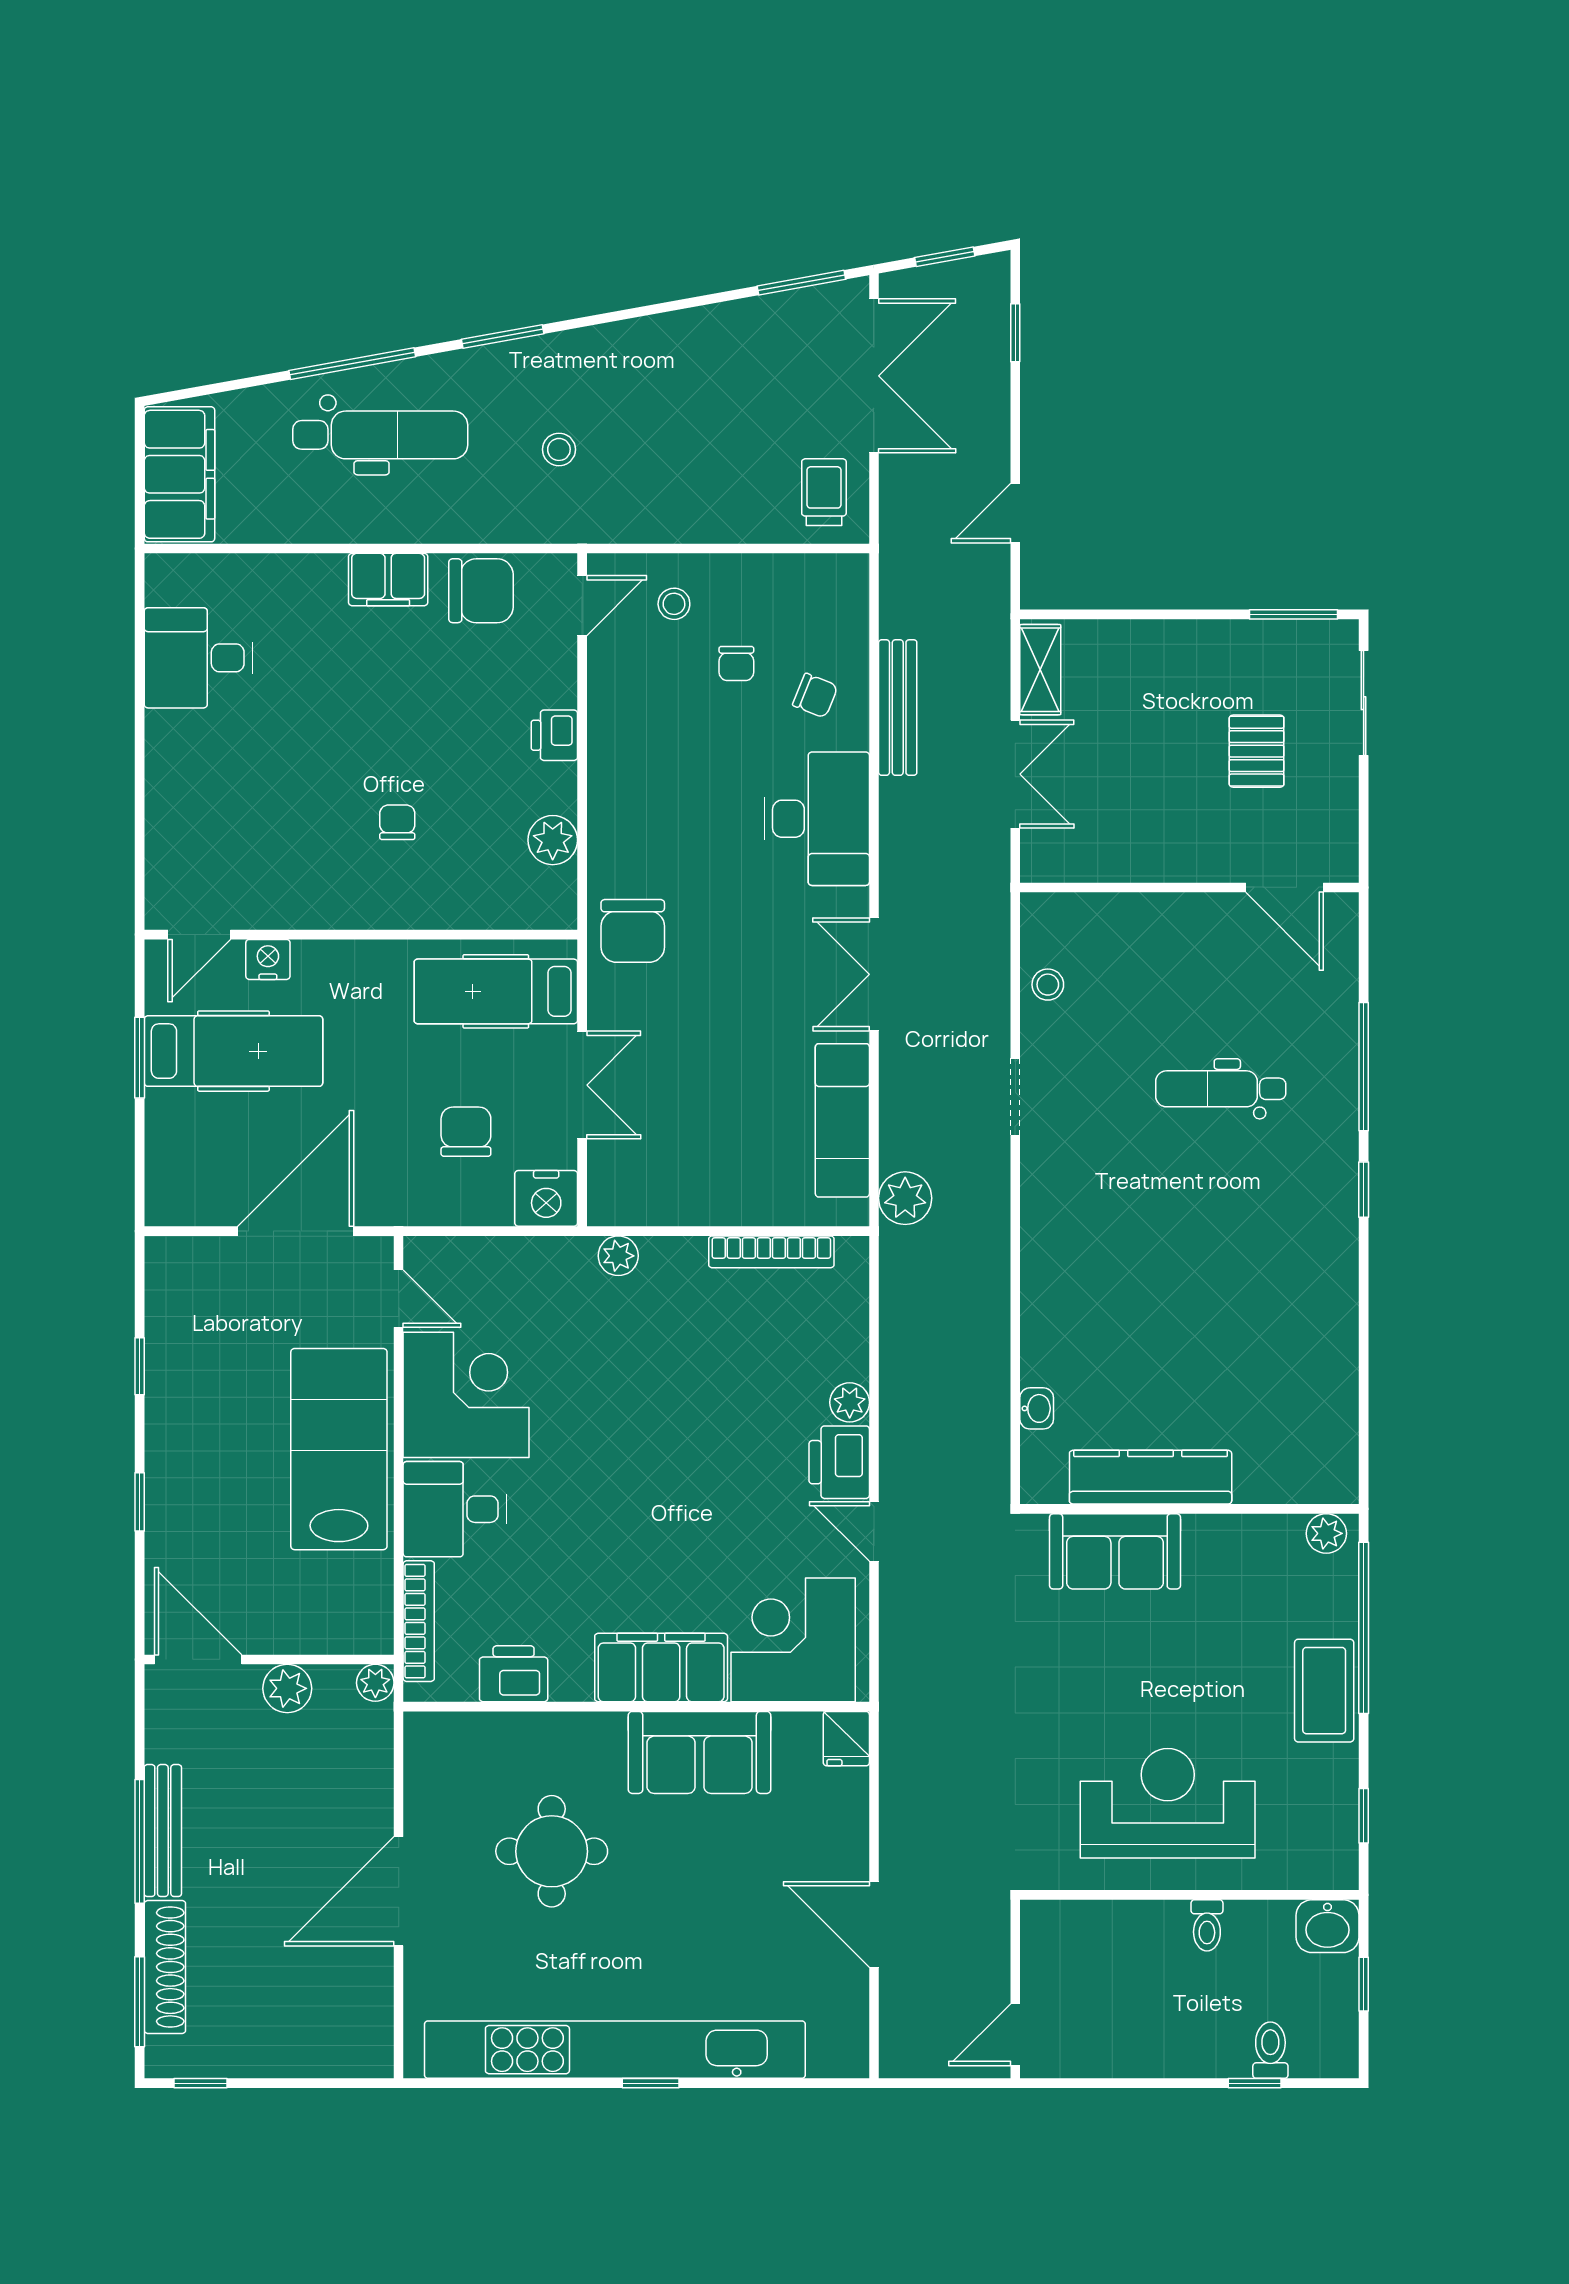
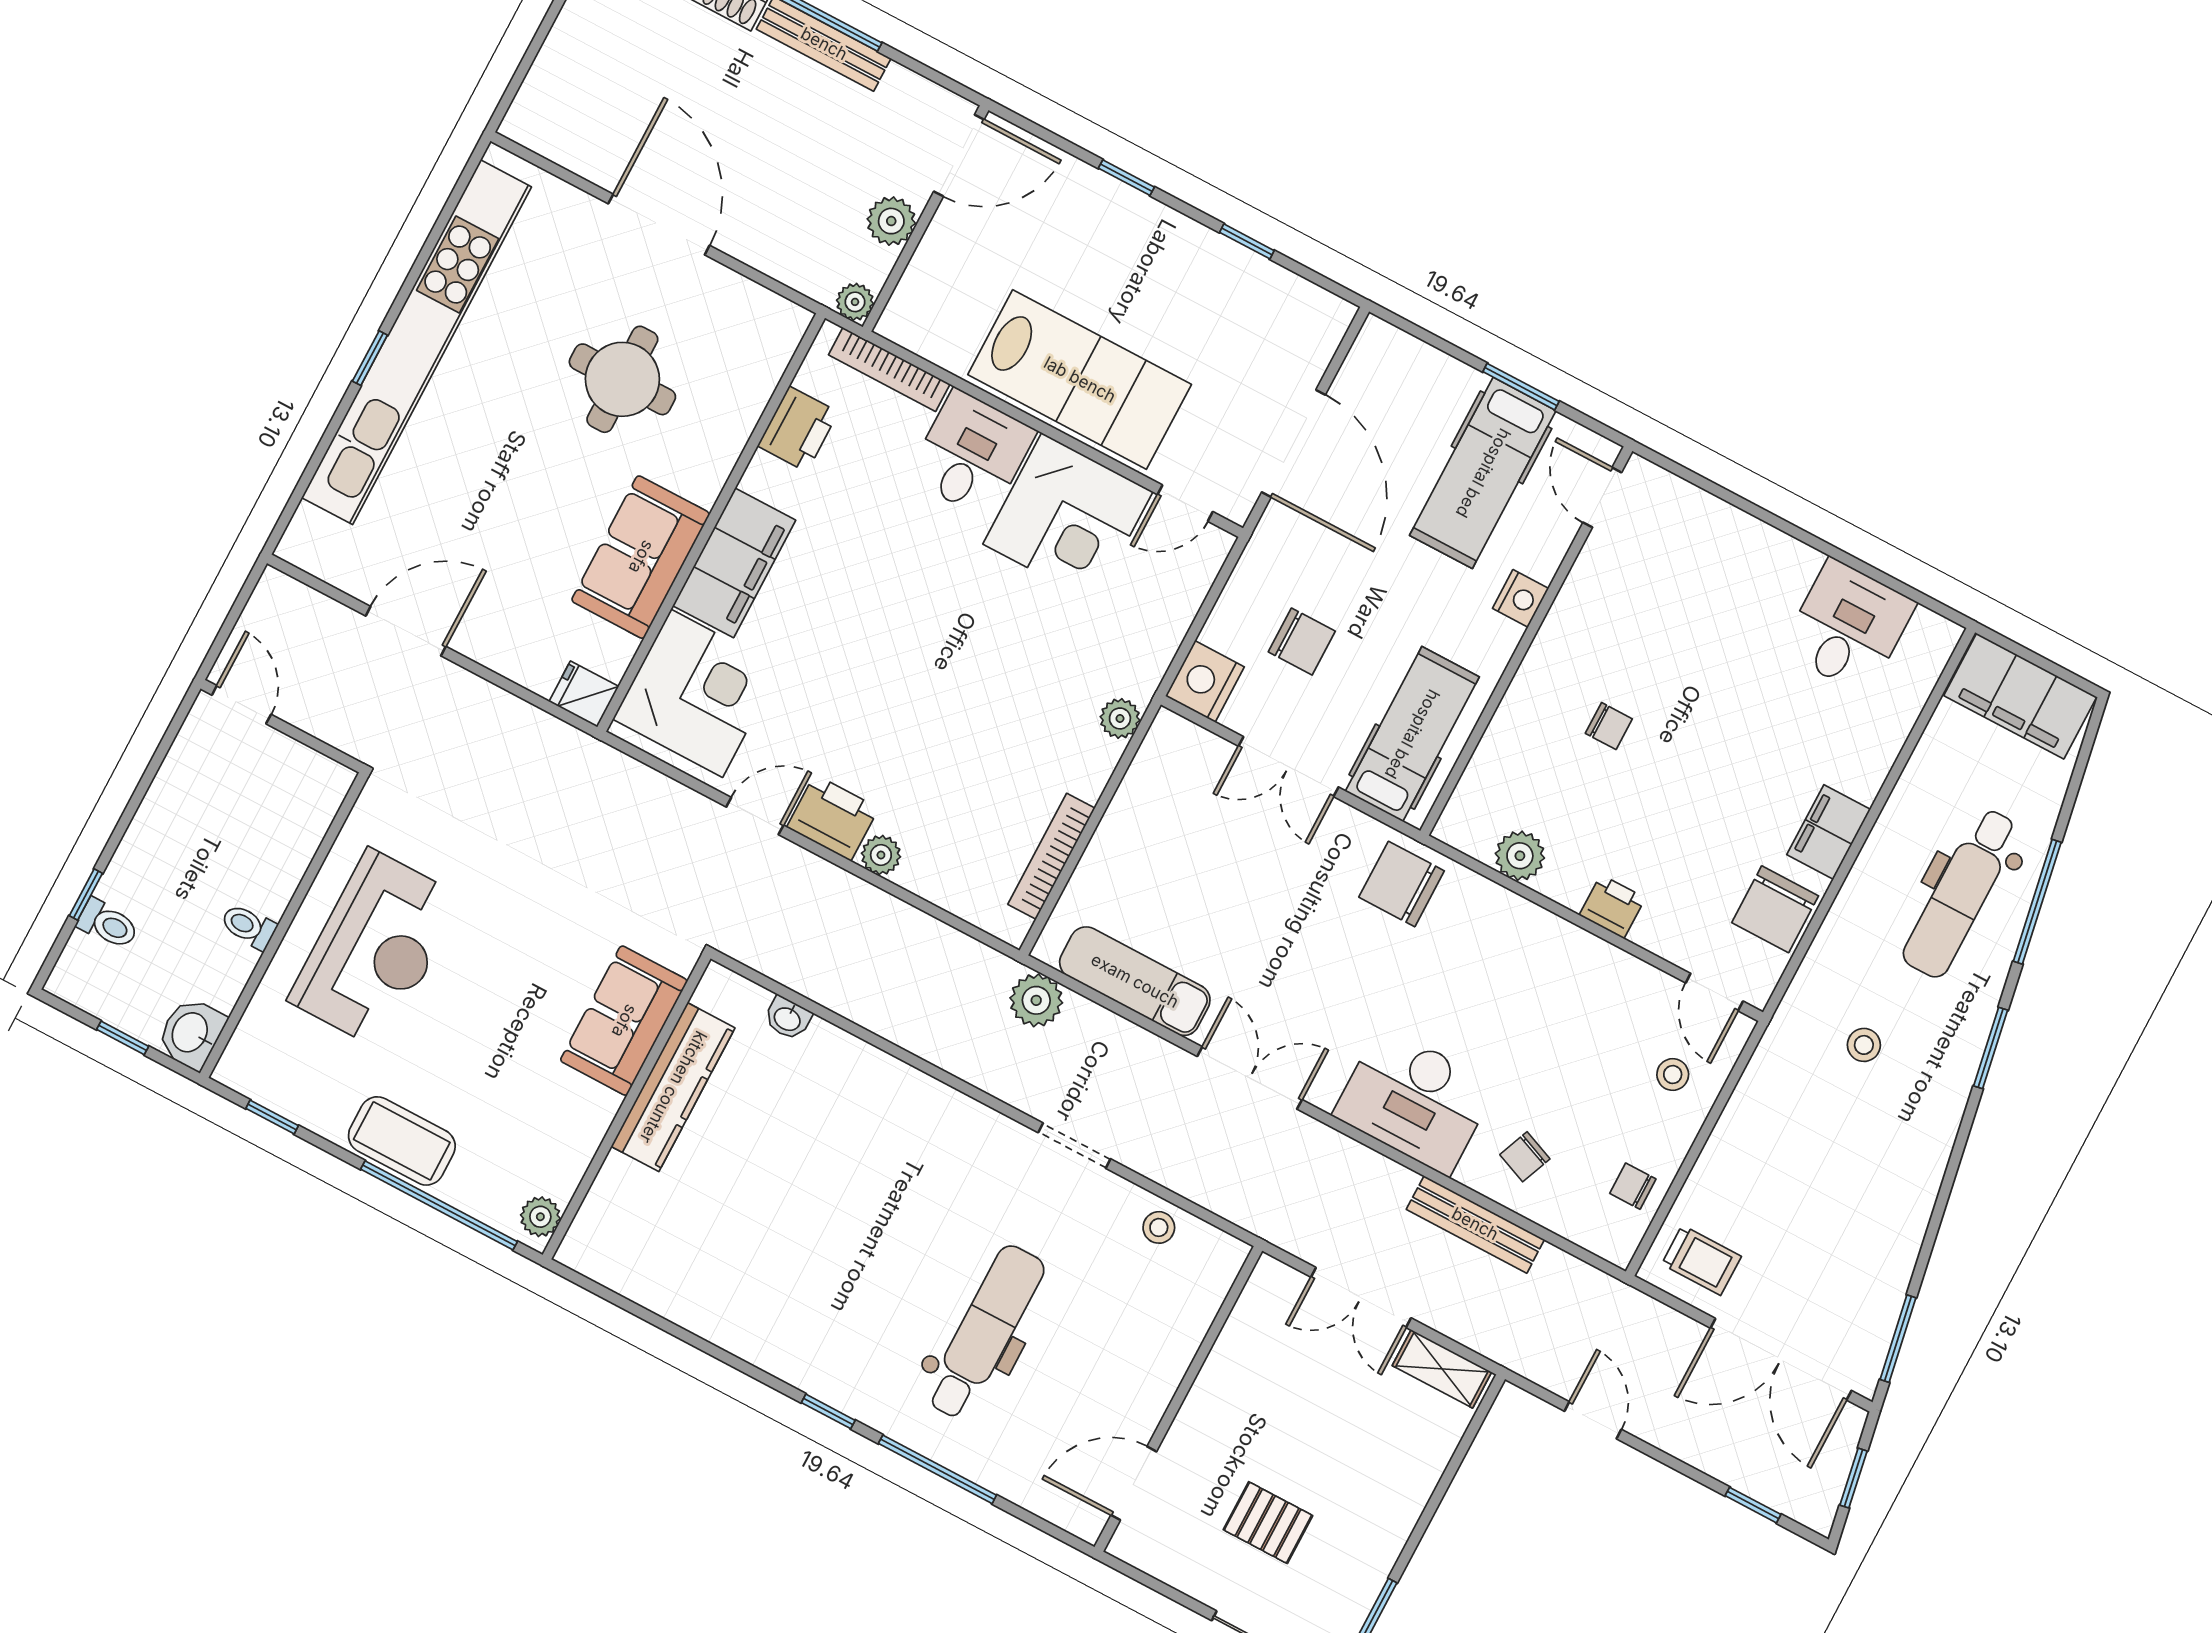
chair: (736, 664) -> (1633, 1186), moved
nightstand: (268, 959) -> (1520, 598), moved
dental chair: (1221, 1089) -> (985, 1332), width x1.36, depth x1.38

